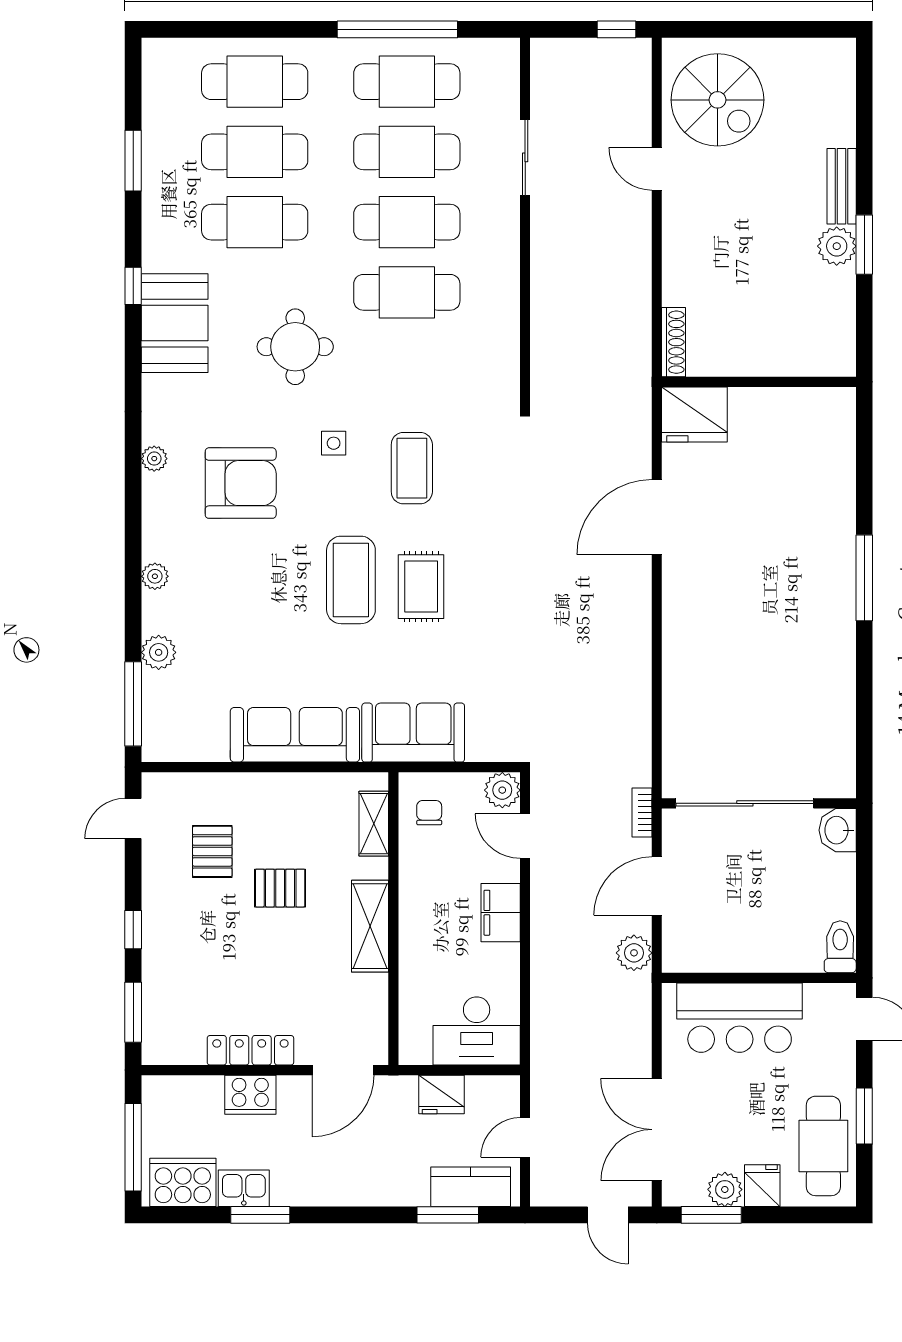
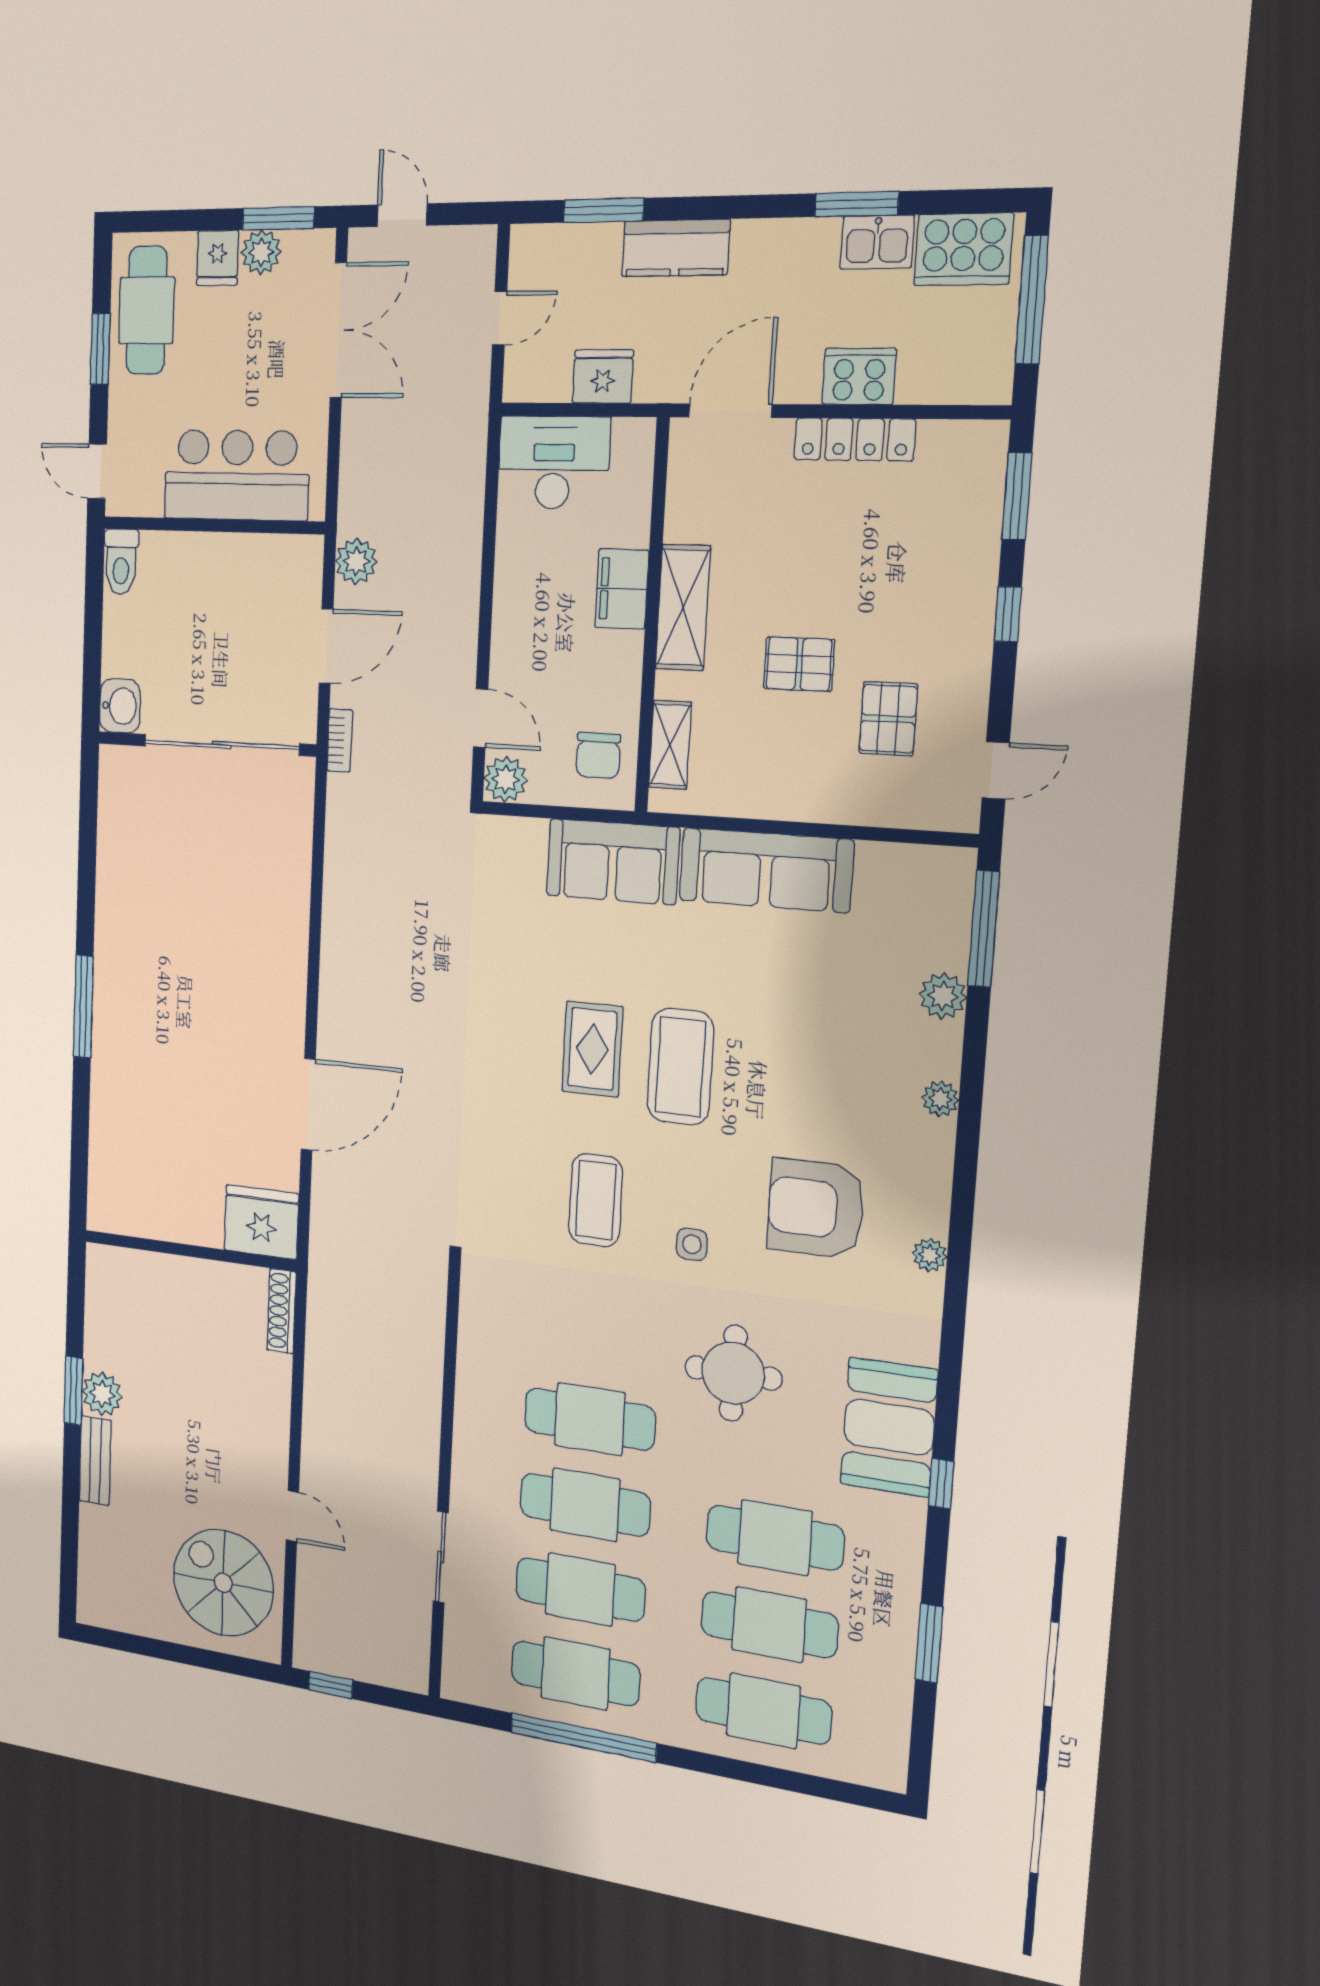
chair: (429, 813) -> (598, 755), width x1.37, depth x1.37
filing cabinet: (501, 913) -> (622, 589), moved, turned 180
kitchen counter: (471, 1187) -> (676, 248), moved

